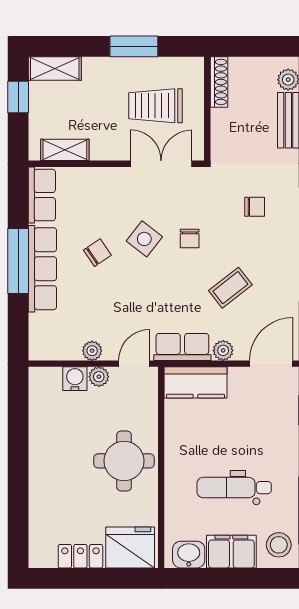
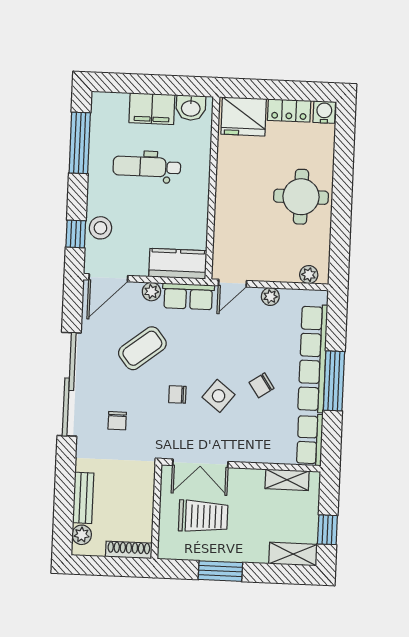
shoe rack: (219, 82) -> (129, 550), moved, turned 90
chair: (255, 207) -> (117, 421), turned -90
chair: (190, 239) -> (177, 394), turned -90
row of seats: (42, 269) -> (313, 359), width x1.36
coffee table: (230, 288) -> (142, 348), width x1.36, depth x1.30
plant: (99, 377) -> (309, 275), moved
water cooler: (75, 379) -> (324, 112), moved, turned 180
round table: (124, 461) -> (301, 197), moved
dental chair: (234, 488) -> (147, 167), turned 180
stool: (279, 545) -> (100, 228), moved

